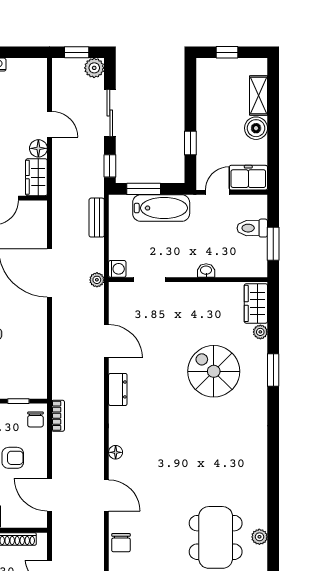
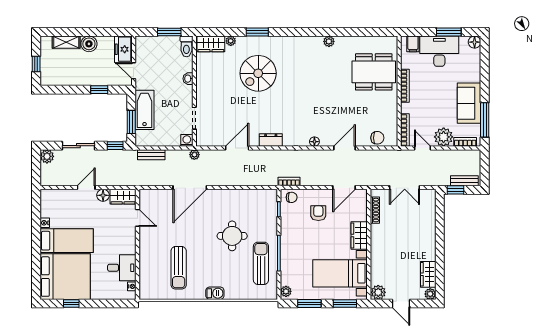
window: (77, 52) -> (36, 169), removed
toilet: (252, 228) -> (186, 46), moved
plant: (259, 537) -> (329, 41), moved

